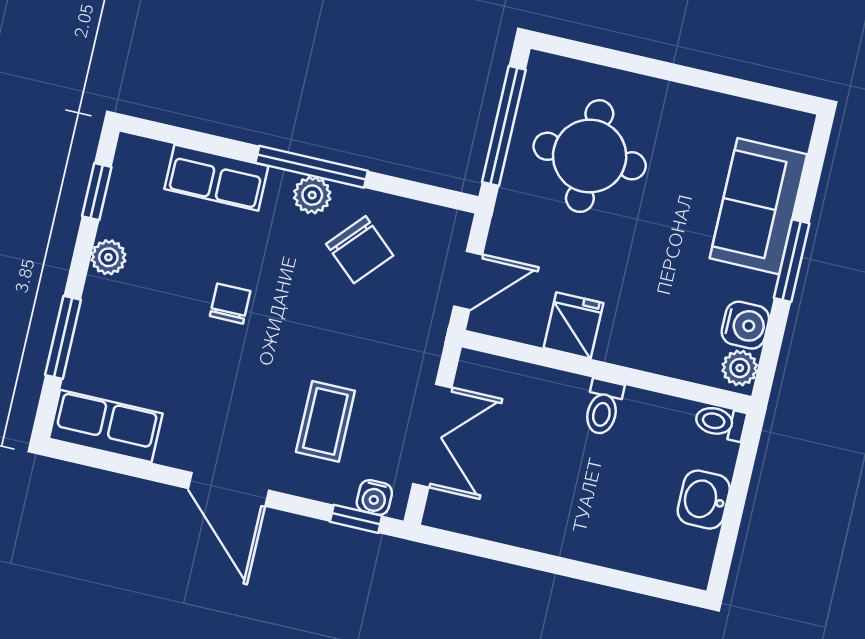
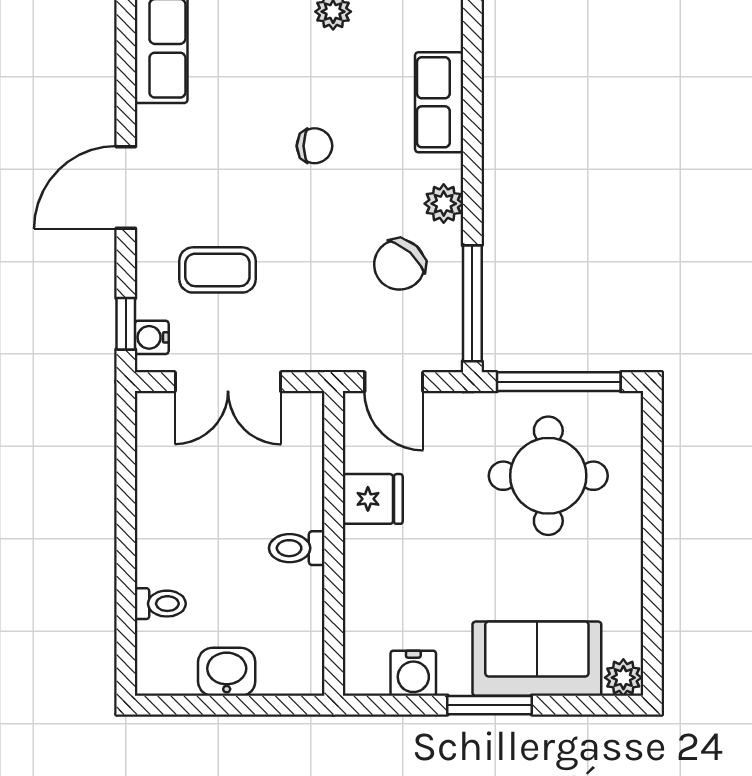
window: (312, 167) -> (472, 303), moved
plant: (740, 368) -> (623, 678), moved
toilet: (720, 422) -> (160, 604), moved, turned 90

